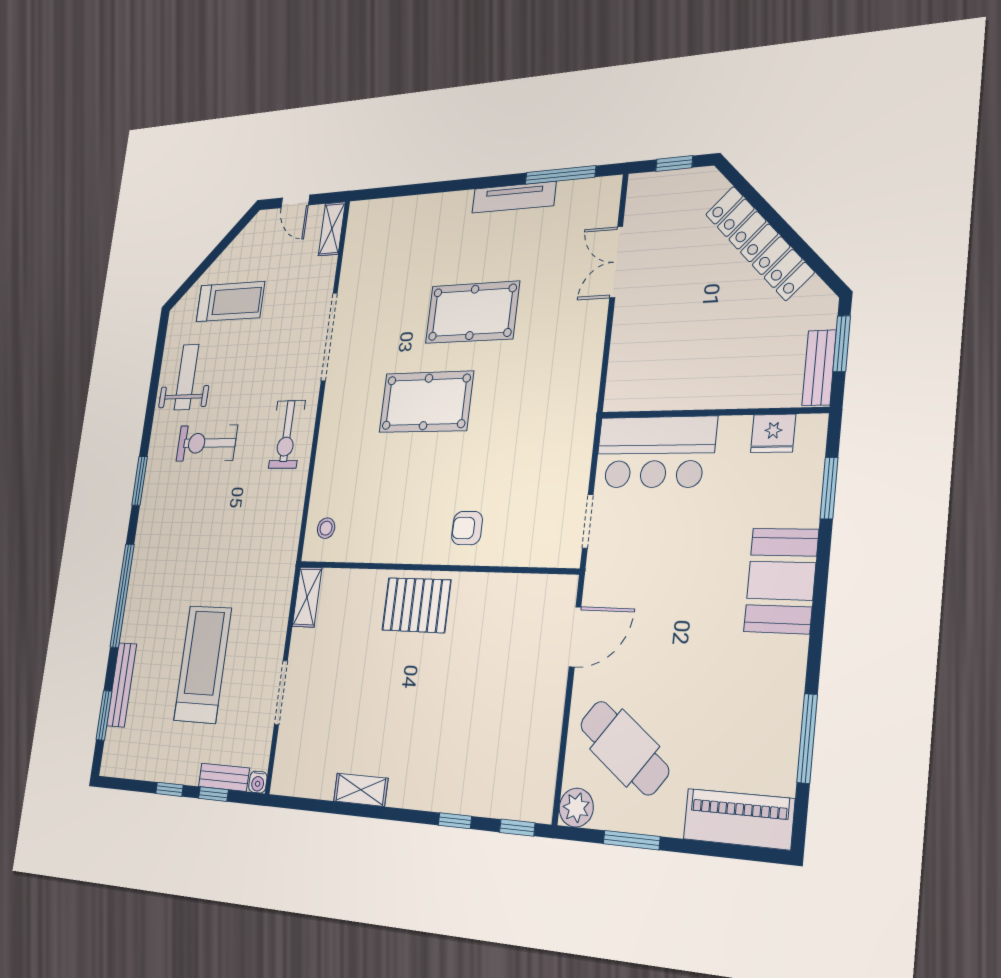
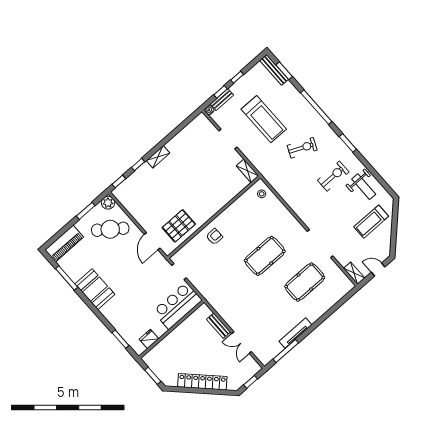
double door: (616, 262) -> (242, 343), swing flipped
pool table: (472, 312) -> (305, 282), moved
bench: (819, 368) -> (219, 326), moved
exercise bike: (287, 434) -> (302, 148), moved, turned 114
booth: (781, 581) -> (95, 289), moved
pallet: (416, 605) -> (179, 226), moved
bench: (122, 685) -> (274, 70), moved
shelving: (361, 790) -> (158, 157), moved

